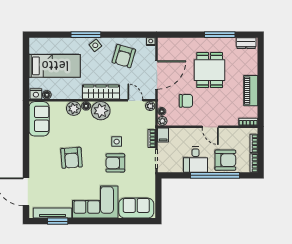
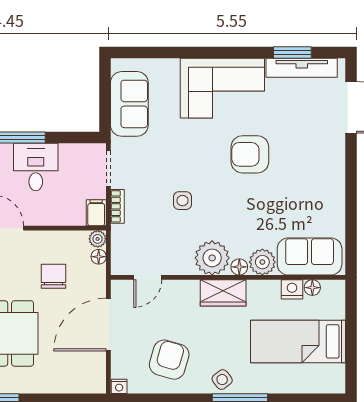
wardrobe: (101, 92) -> (223, 293), width x0.67
nightstand: (36, 94) -> (292, 289), moved
door: (135, 100) -> (148, 277), hinge flipped
chair: (186, 101) -> (54, 276), turned 90
plant: (150, 106) -> (120, 267), removed
sofa: (39, 119) -> (310, 256), moved, turned 90
armchair: (71, 158) -> (250, 154), moved, turned -86
armchair: (115, 163) -> (185, 161), removed
sofa: (136, 208) -> (129, 104), moved, turned -90

